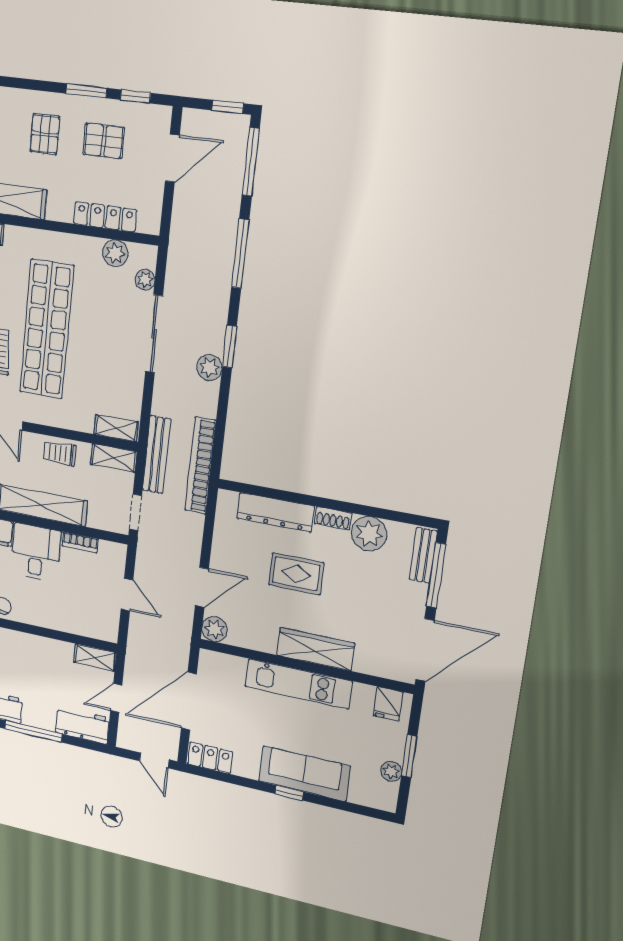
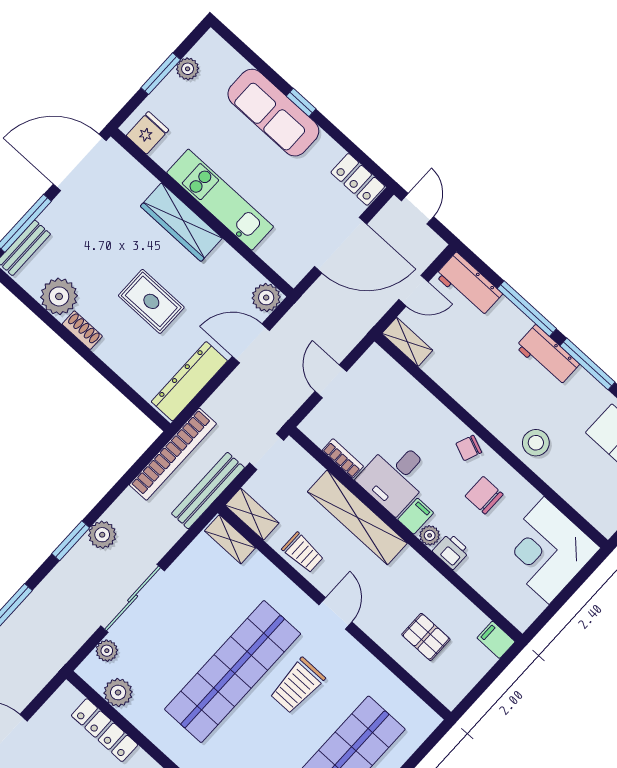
dresser: (275, 512) -> (189, 381), moved, turned -90

